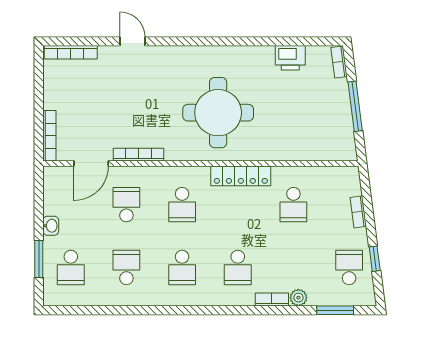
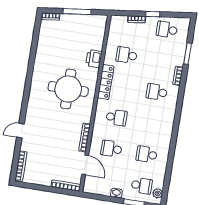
printer: (290, 58) -> (94, 59), moved, turned 180
school desk: (293, 205) -> (127, 55), turned 180
window: (375, 259) -> (153, 14), moved
school desk: (182, 267) -> (152, 123), removed
school desk: (238, 267) -> (157, 92), turned 180
plant: (298, 298) -> (158, 193), moved
window: (335, 310) -> (188, 54), moved

